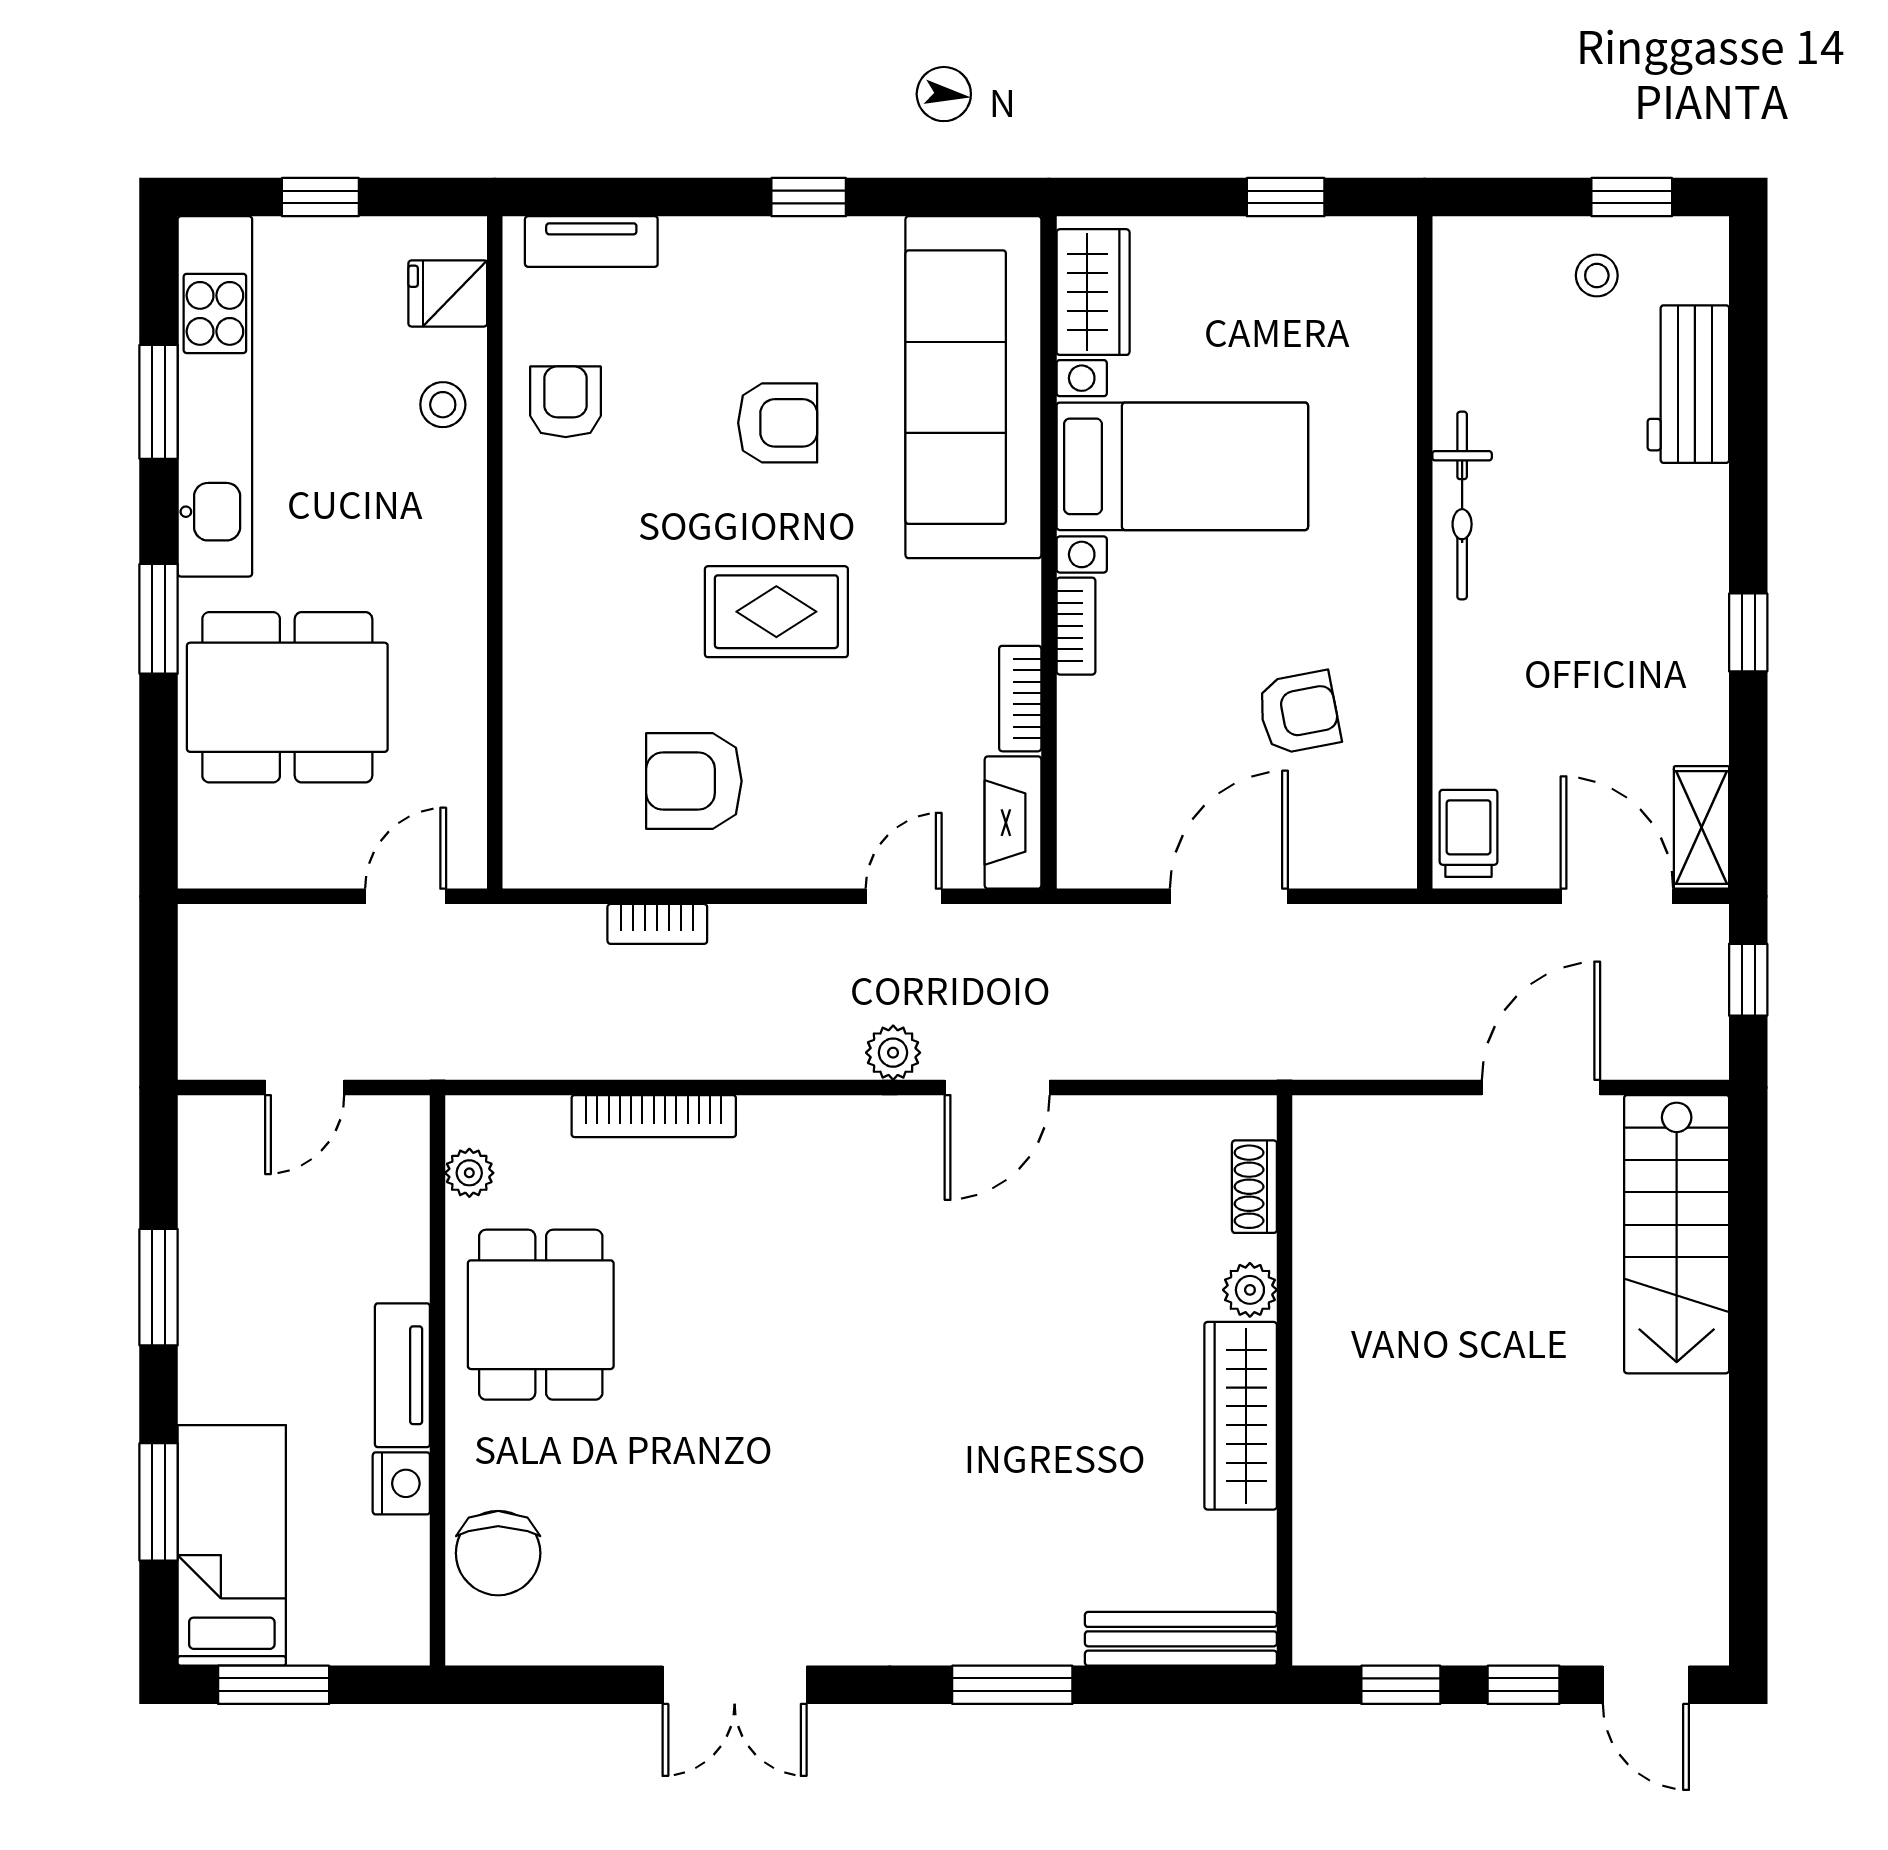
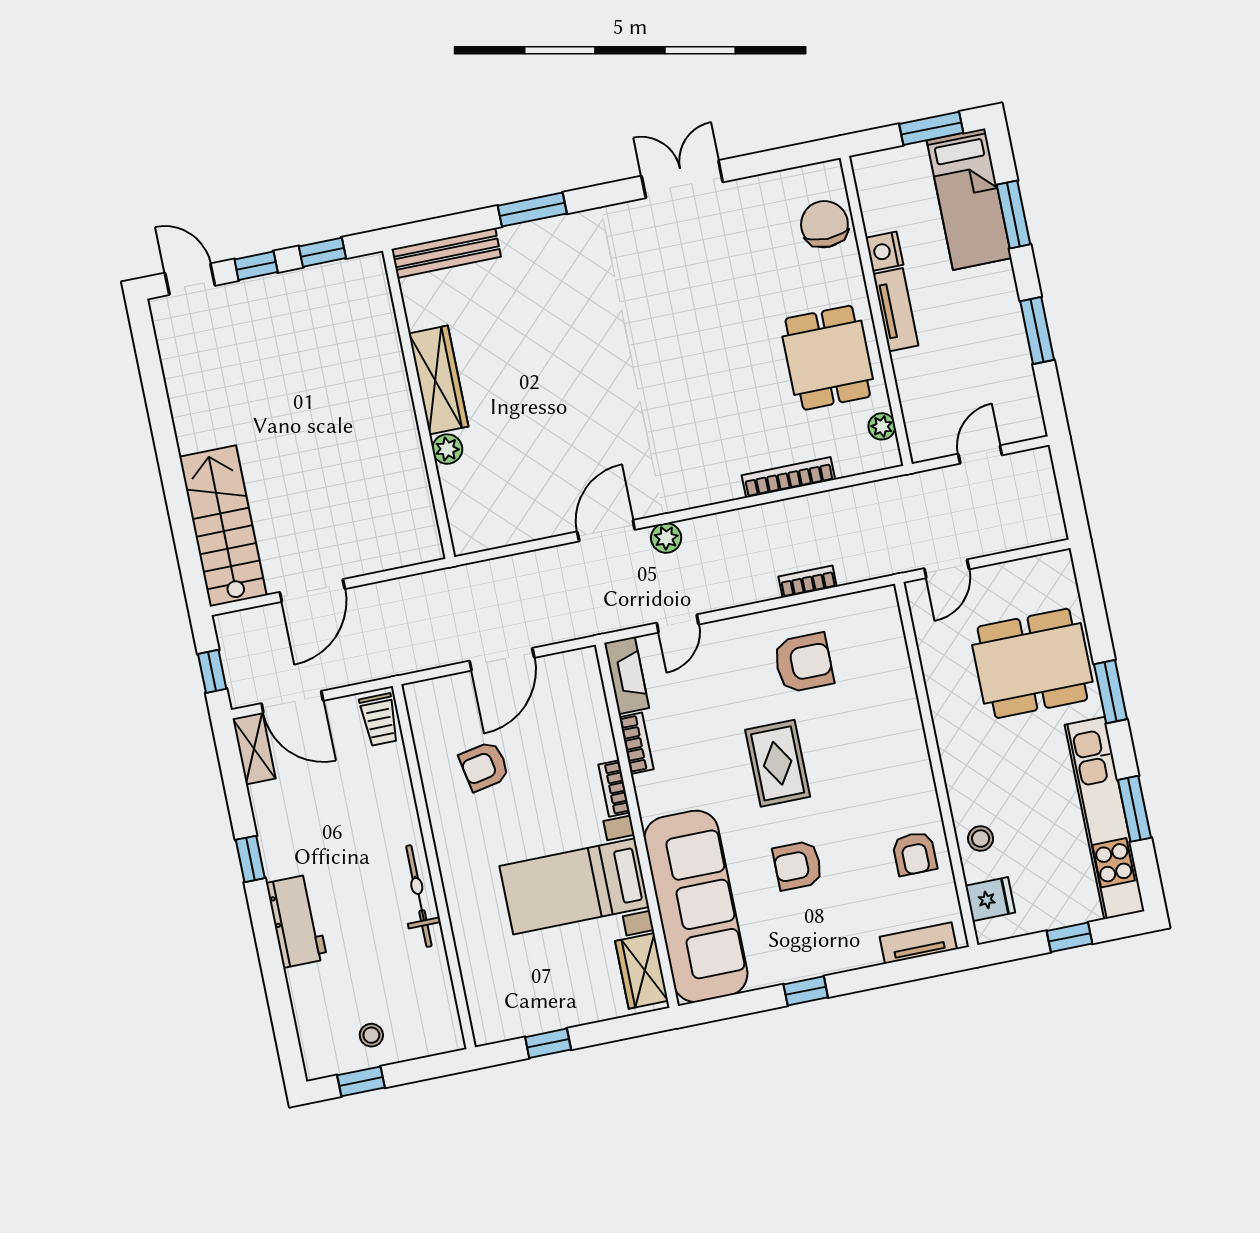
workbench: (1688, 384) -> (297, 921), moved
rug: (776, 612) -> (778, 763), turned 90
shoe rack: (1254, 1187) -> (456, 505), removed

